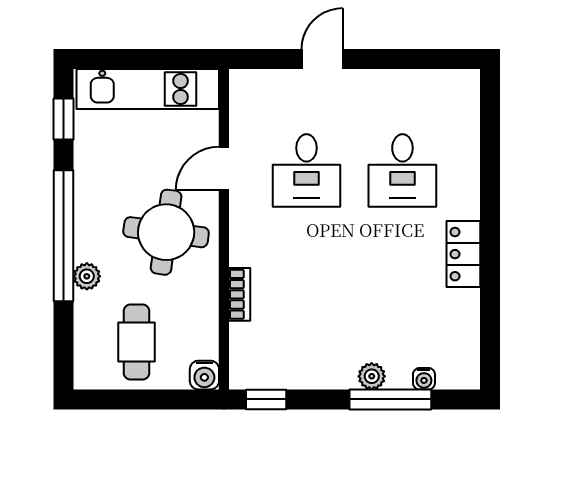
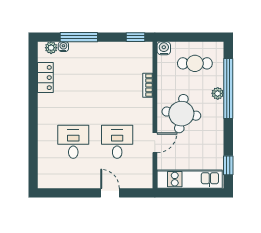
door: (322, 59) -> (110, 193), swing flipped
window: (64, 236) -> (228, 88), moved
locker: (463, 254) -> (45, 78), moved
cafe table: (136, 342) -> (195, 63), turned 90
plant: (372, 376) -> (51, 48), moved

